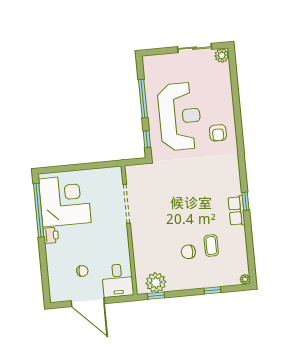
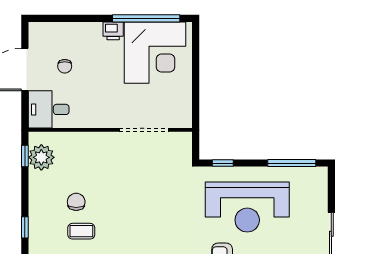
window: (143, 99) -> (292, 163), moved

